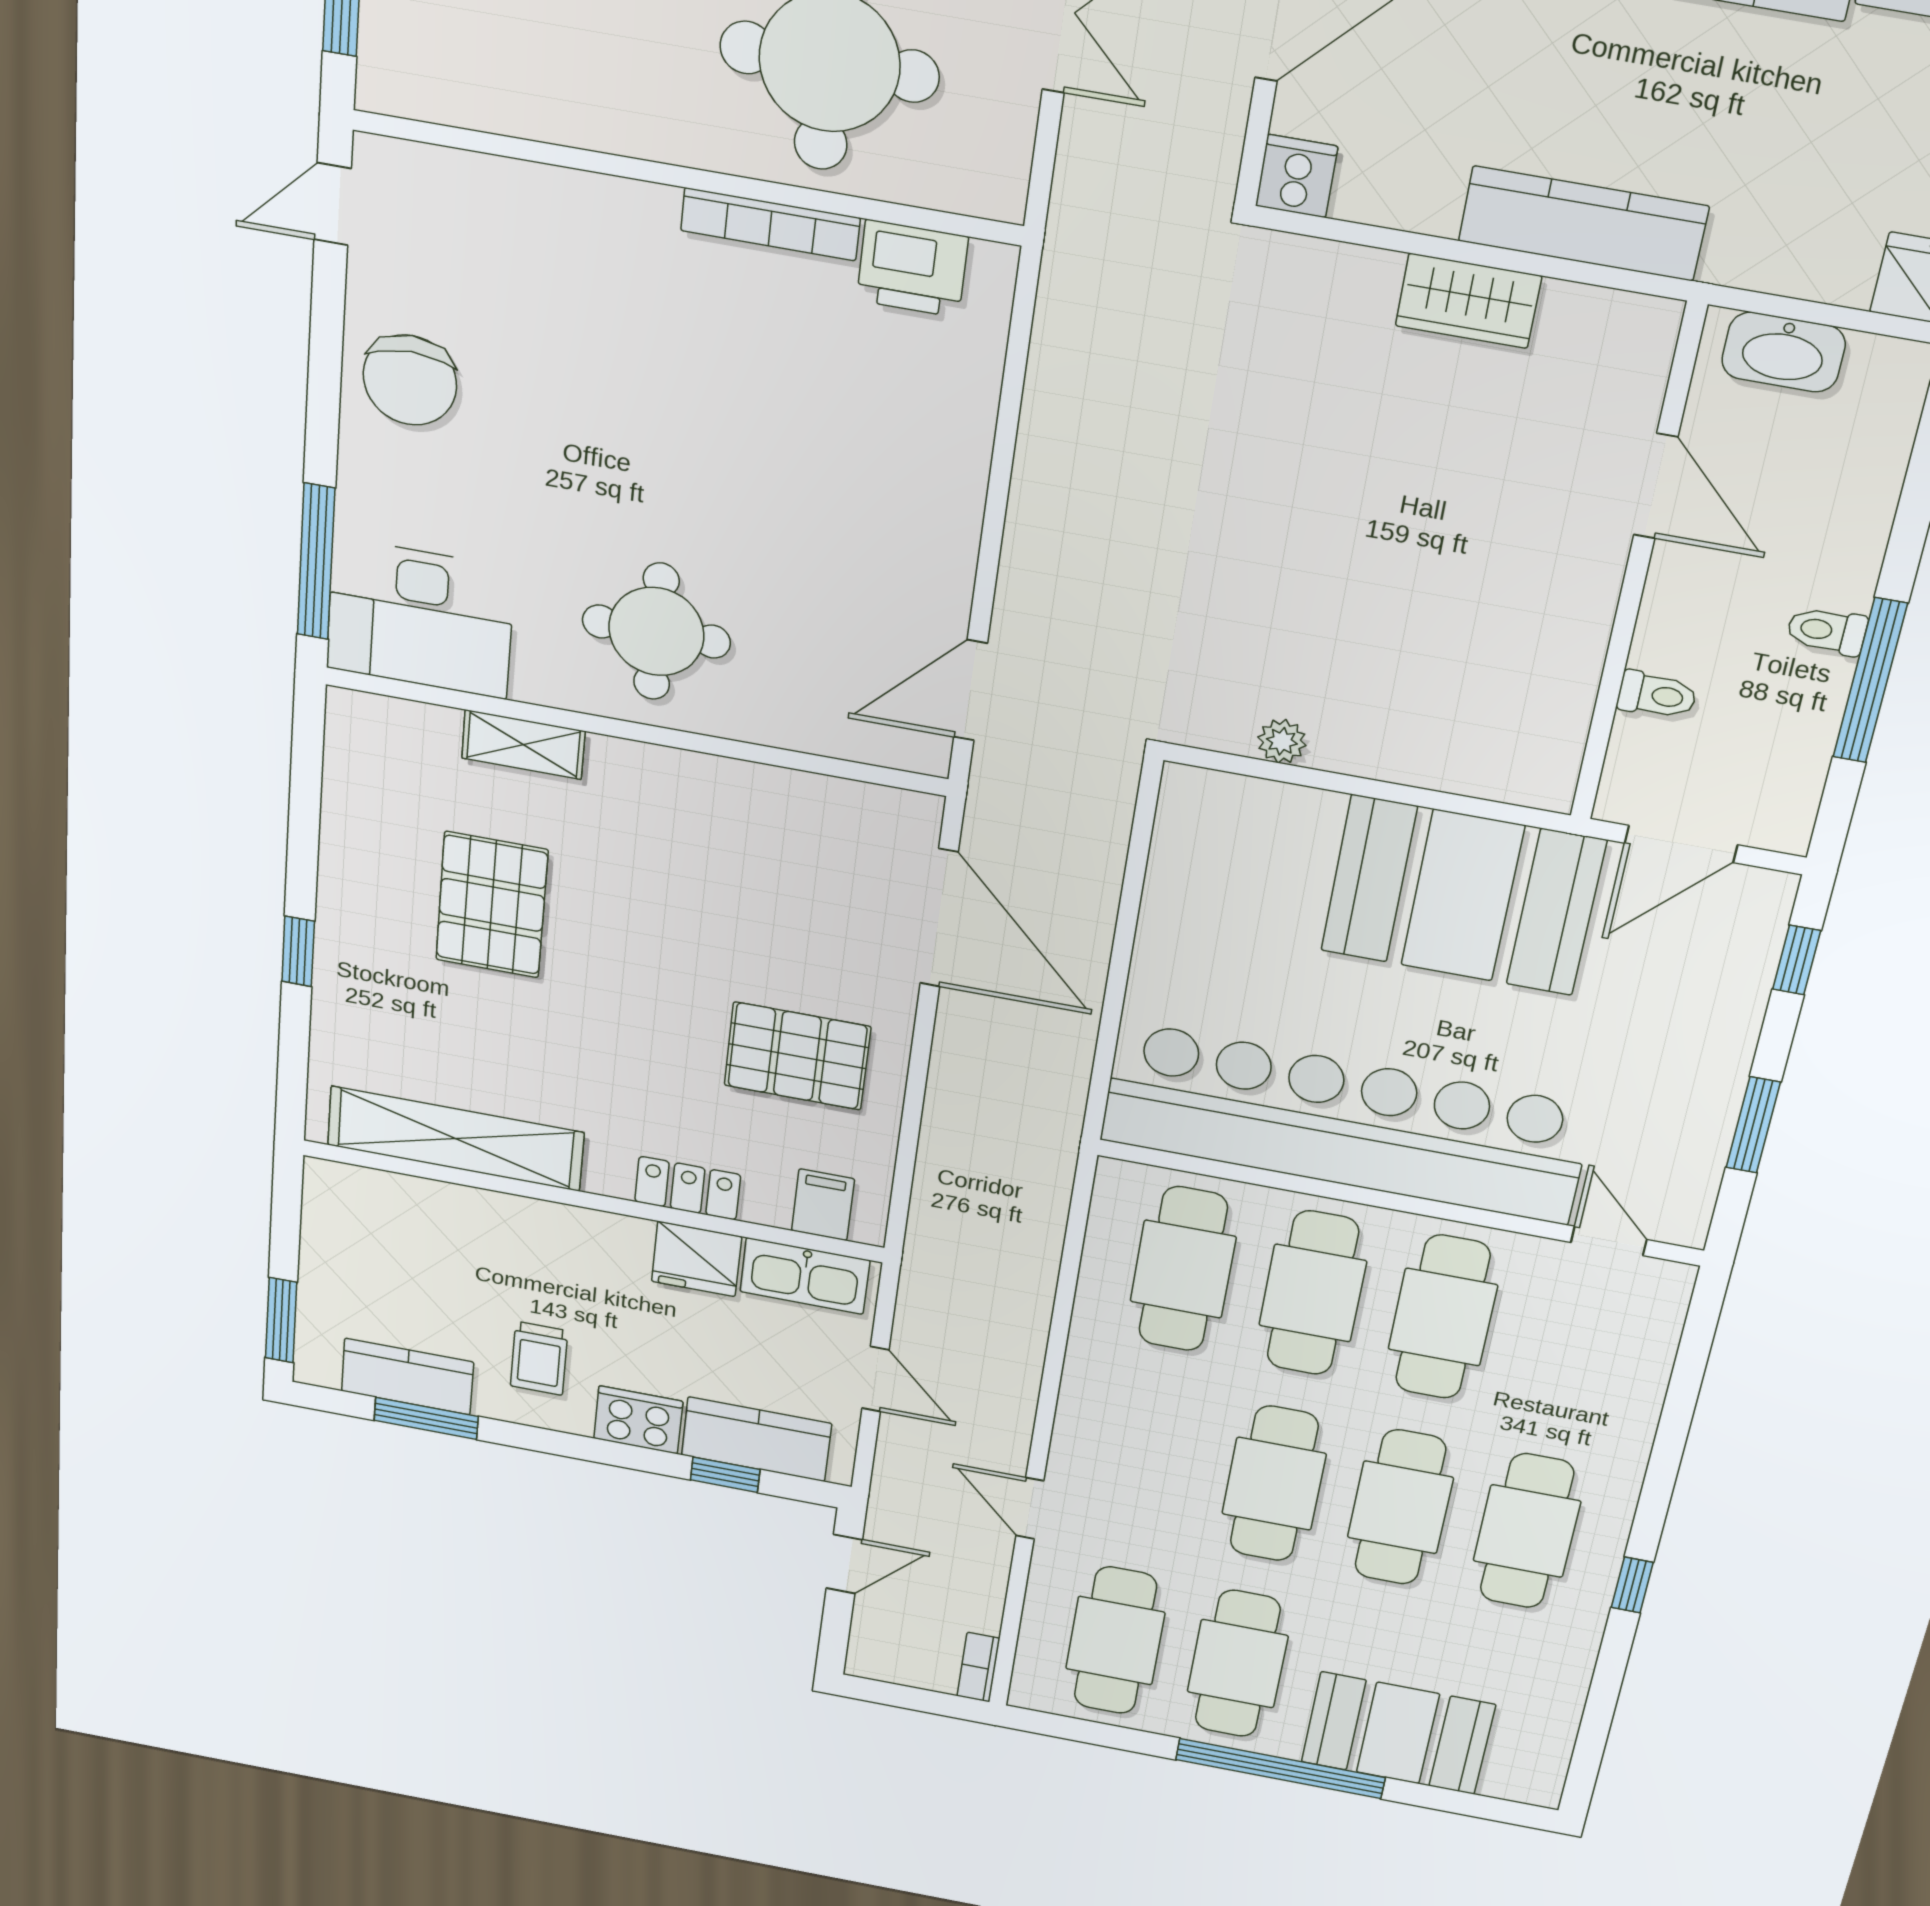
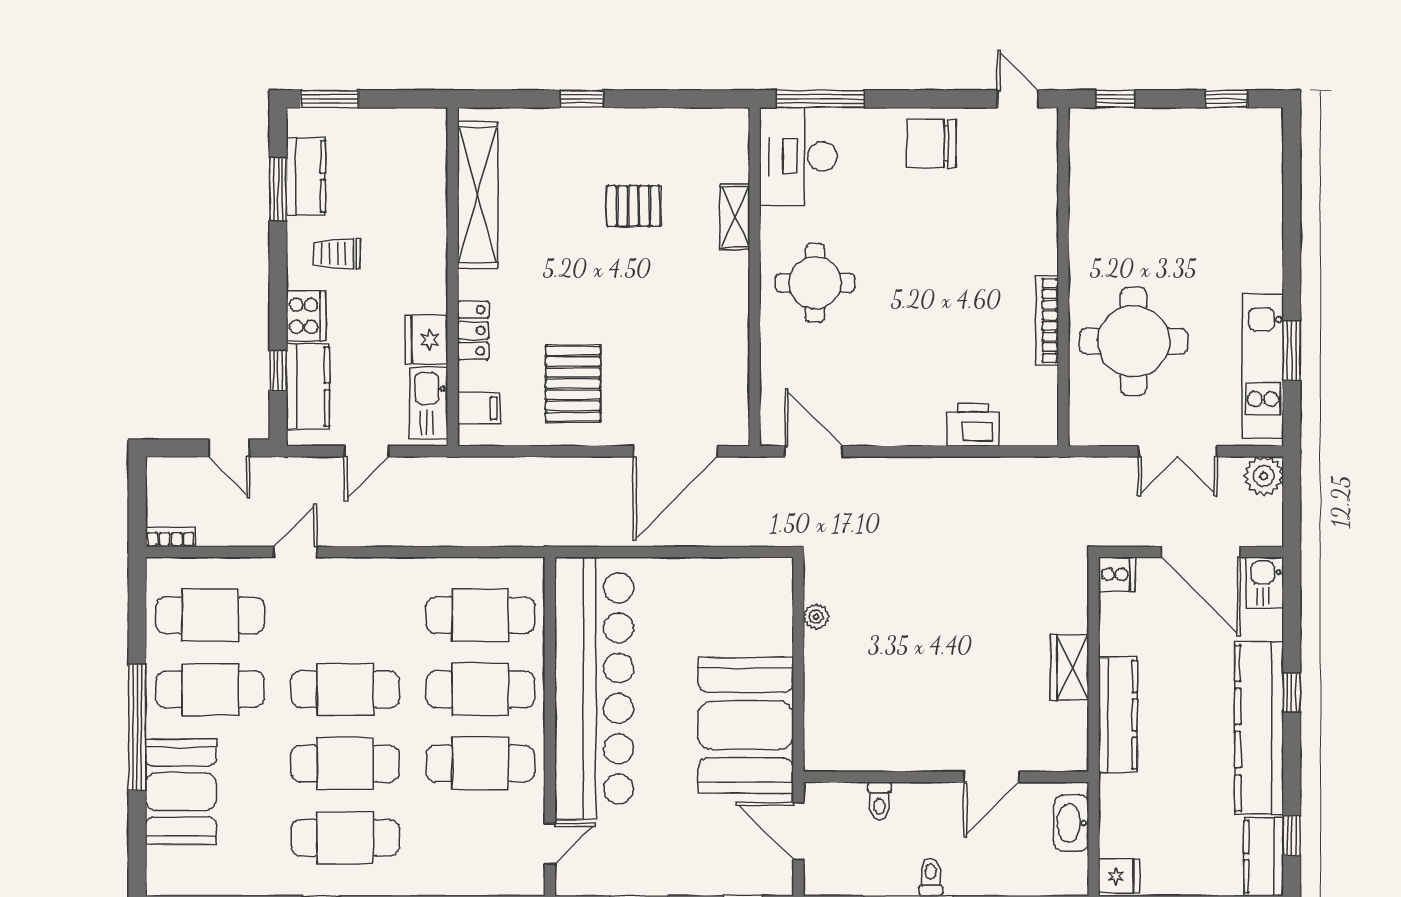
printer: (912, 269) -> (973, 425), moved, turned 90
pallet: (492, 905) -> (633, 206), width x0.67, depth x0.71

